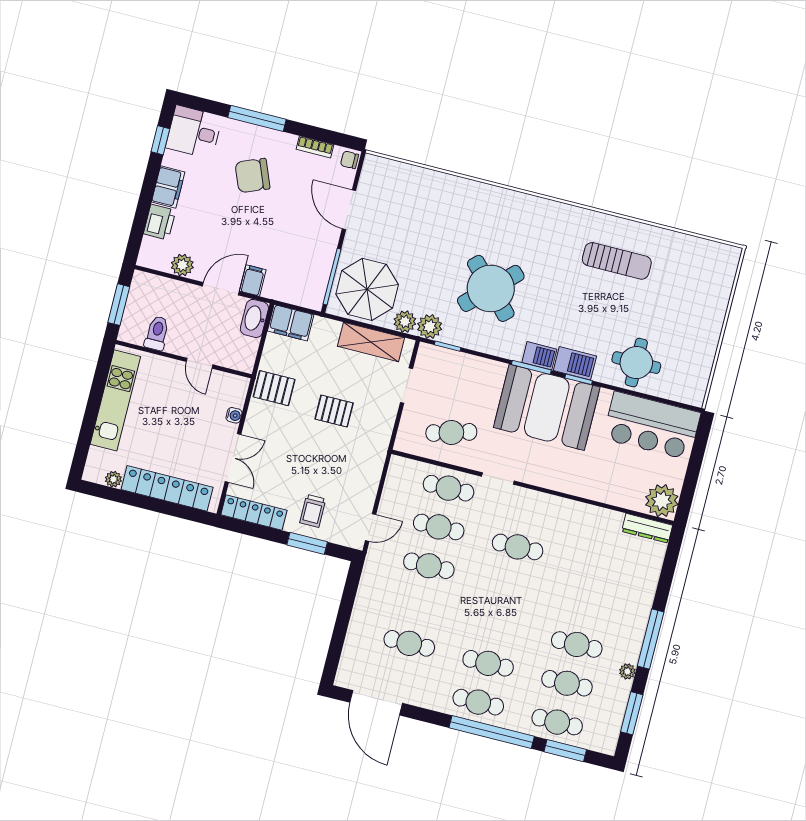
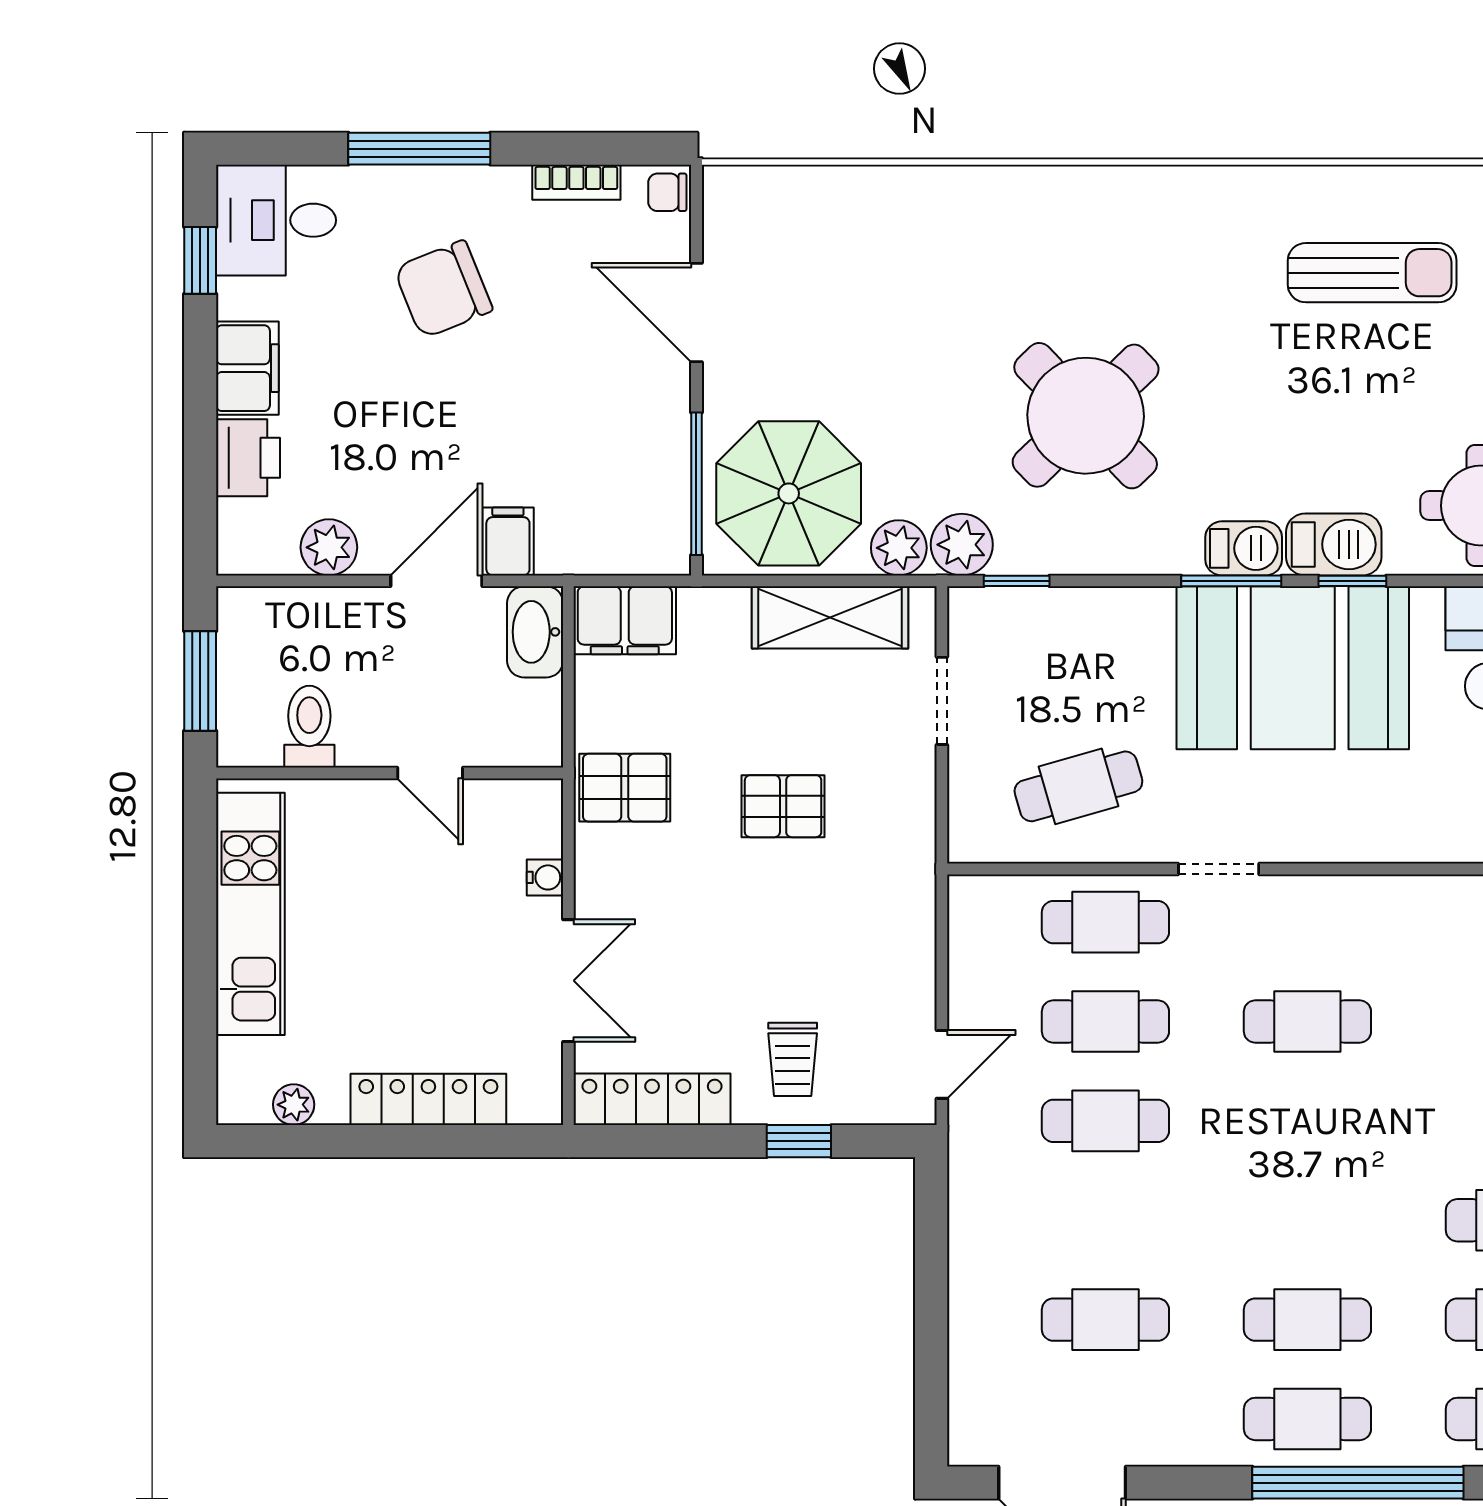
locker: (167, 488) -> (428, 1099), width x0.71, depth x0.83
window: (307, 543) -> (799, 1141), width x0.67

